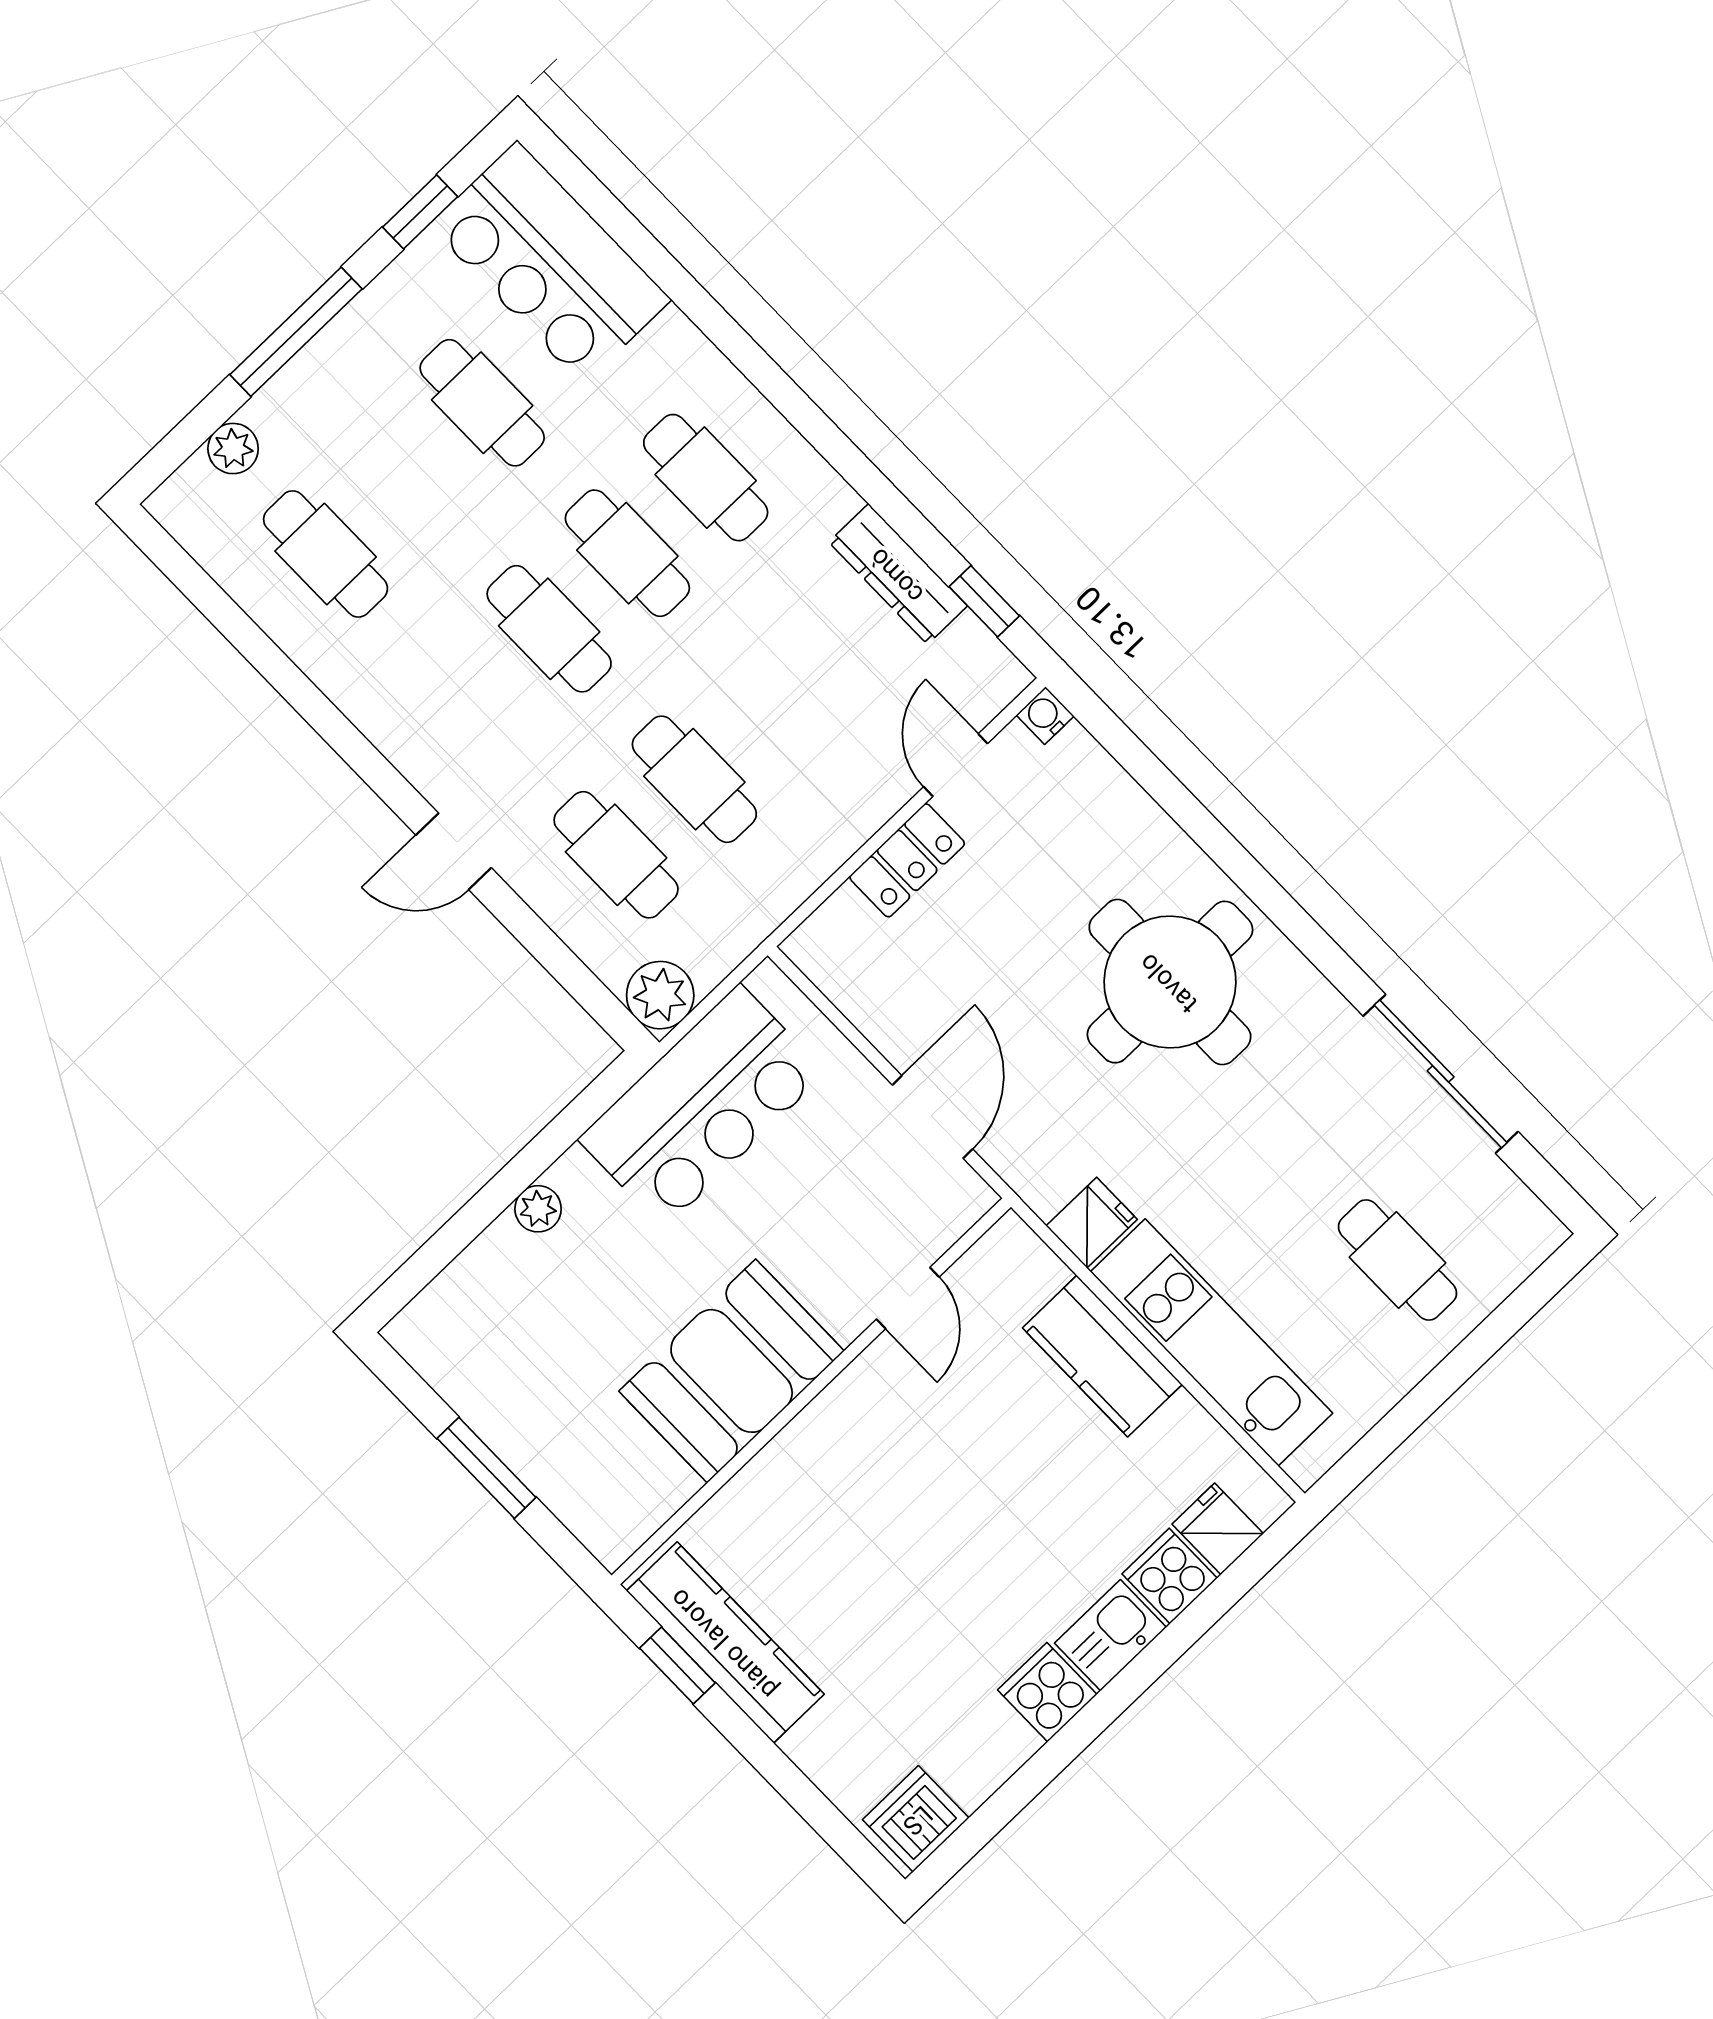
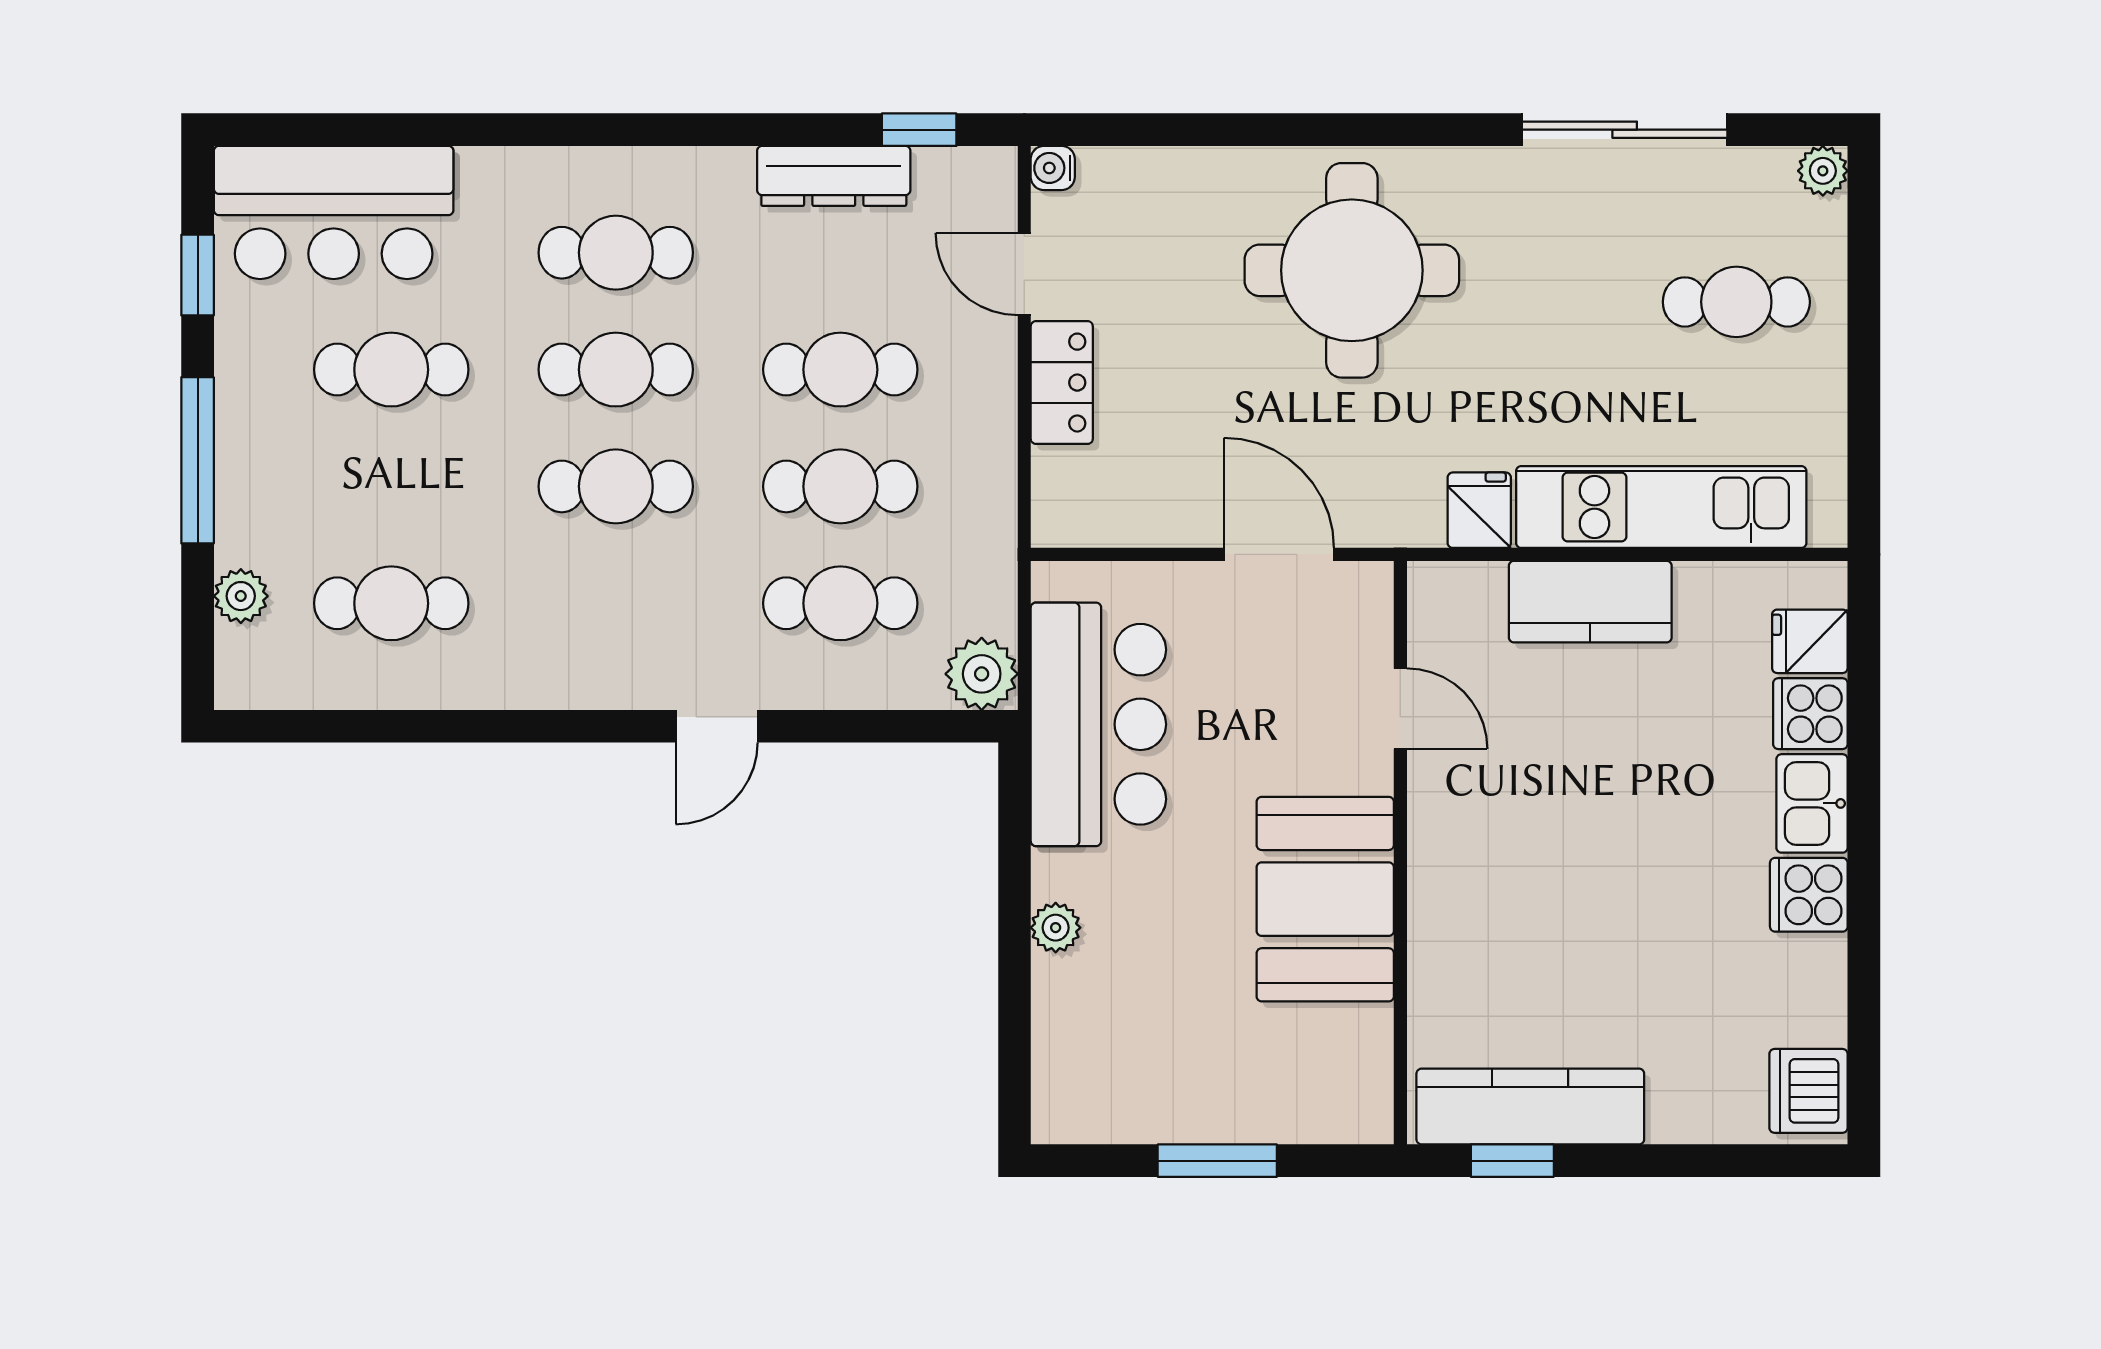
cafe table: (773, 704) -> (840, 370), added
plant: (1541, 1233) -> (1823, 171), added

